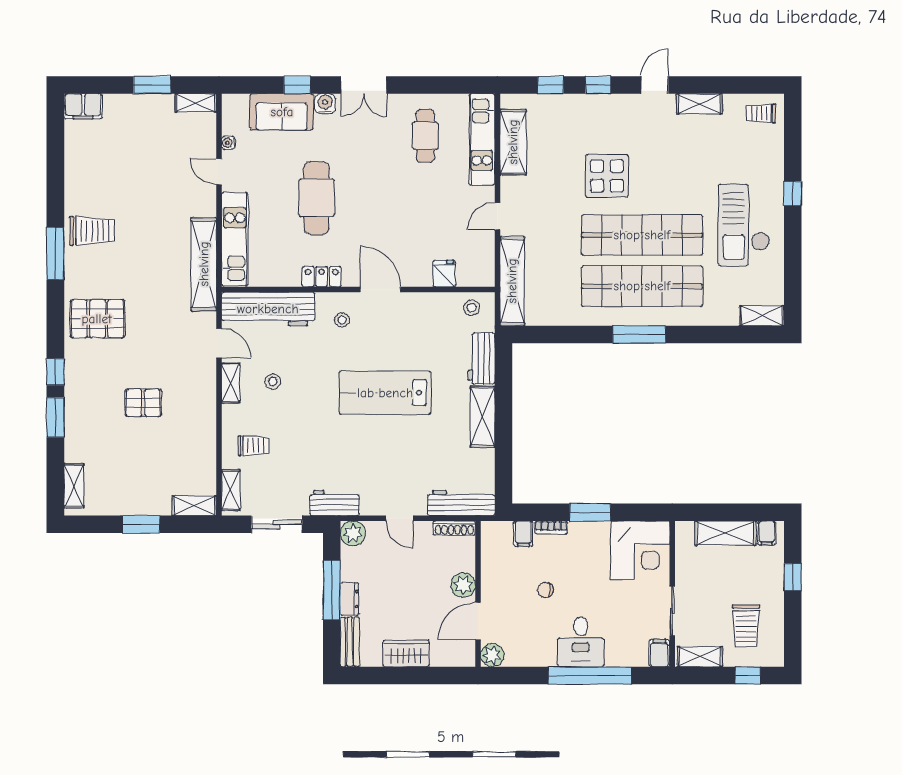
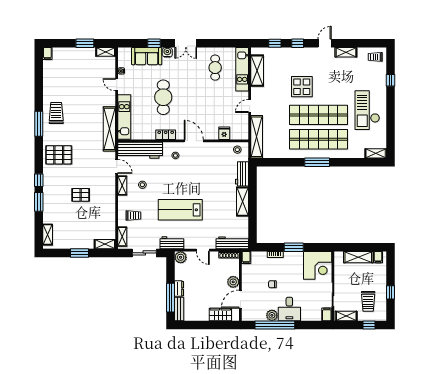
filing cabinet: (83, 106) -> (47, 53), width x0.50
window: (793, 194) -> (390, 80), moved
trolley: (92, 231) -> (56, 113), turned -90
lab bench: (385, 393) -> (180, 210), moved
filing cabinet: (523, 534) -> (246, 257), moved
window: (793, 577) -> (390, 292), moved
window: (332, 590) -> (170, 298), moved
wardrobe: (406, 653) -> (220, 315), moved
plant: (492, 655) -> (272, 315), moved
window: (590, 675) -> (275, 325), moved

